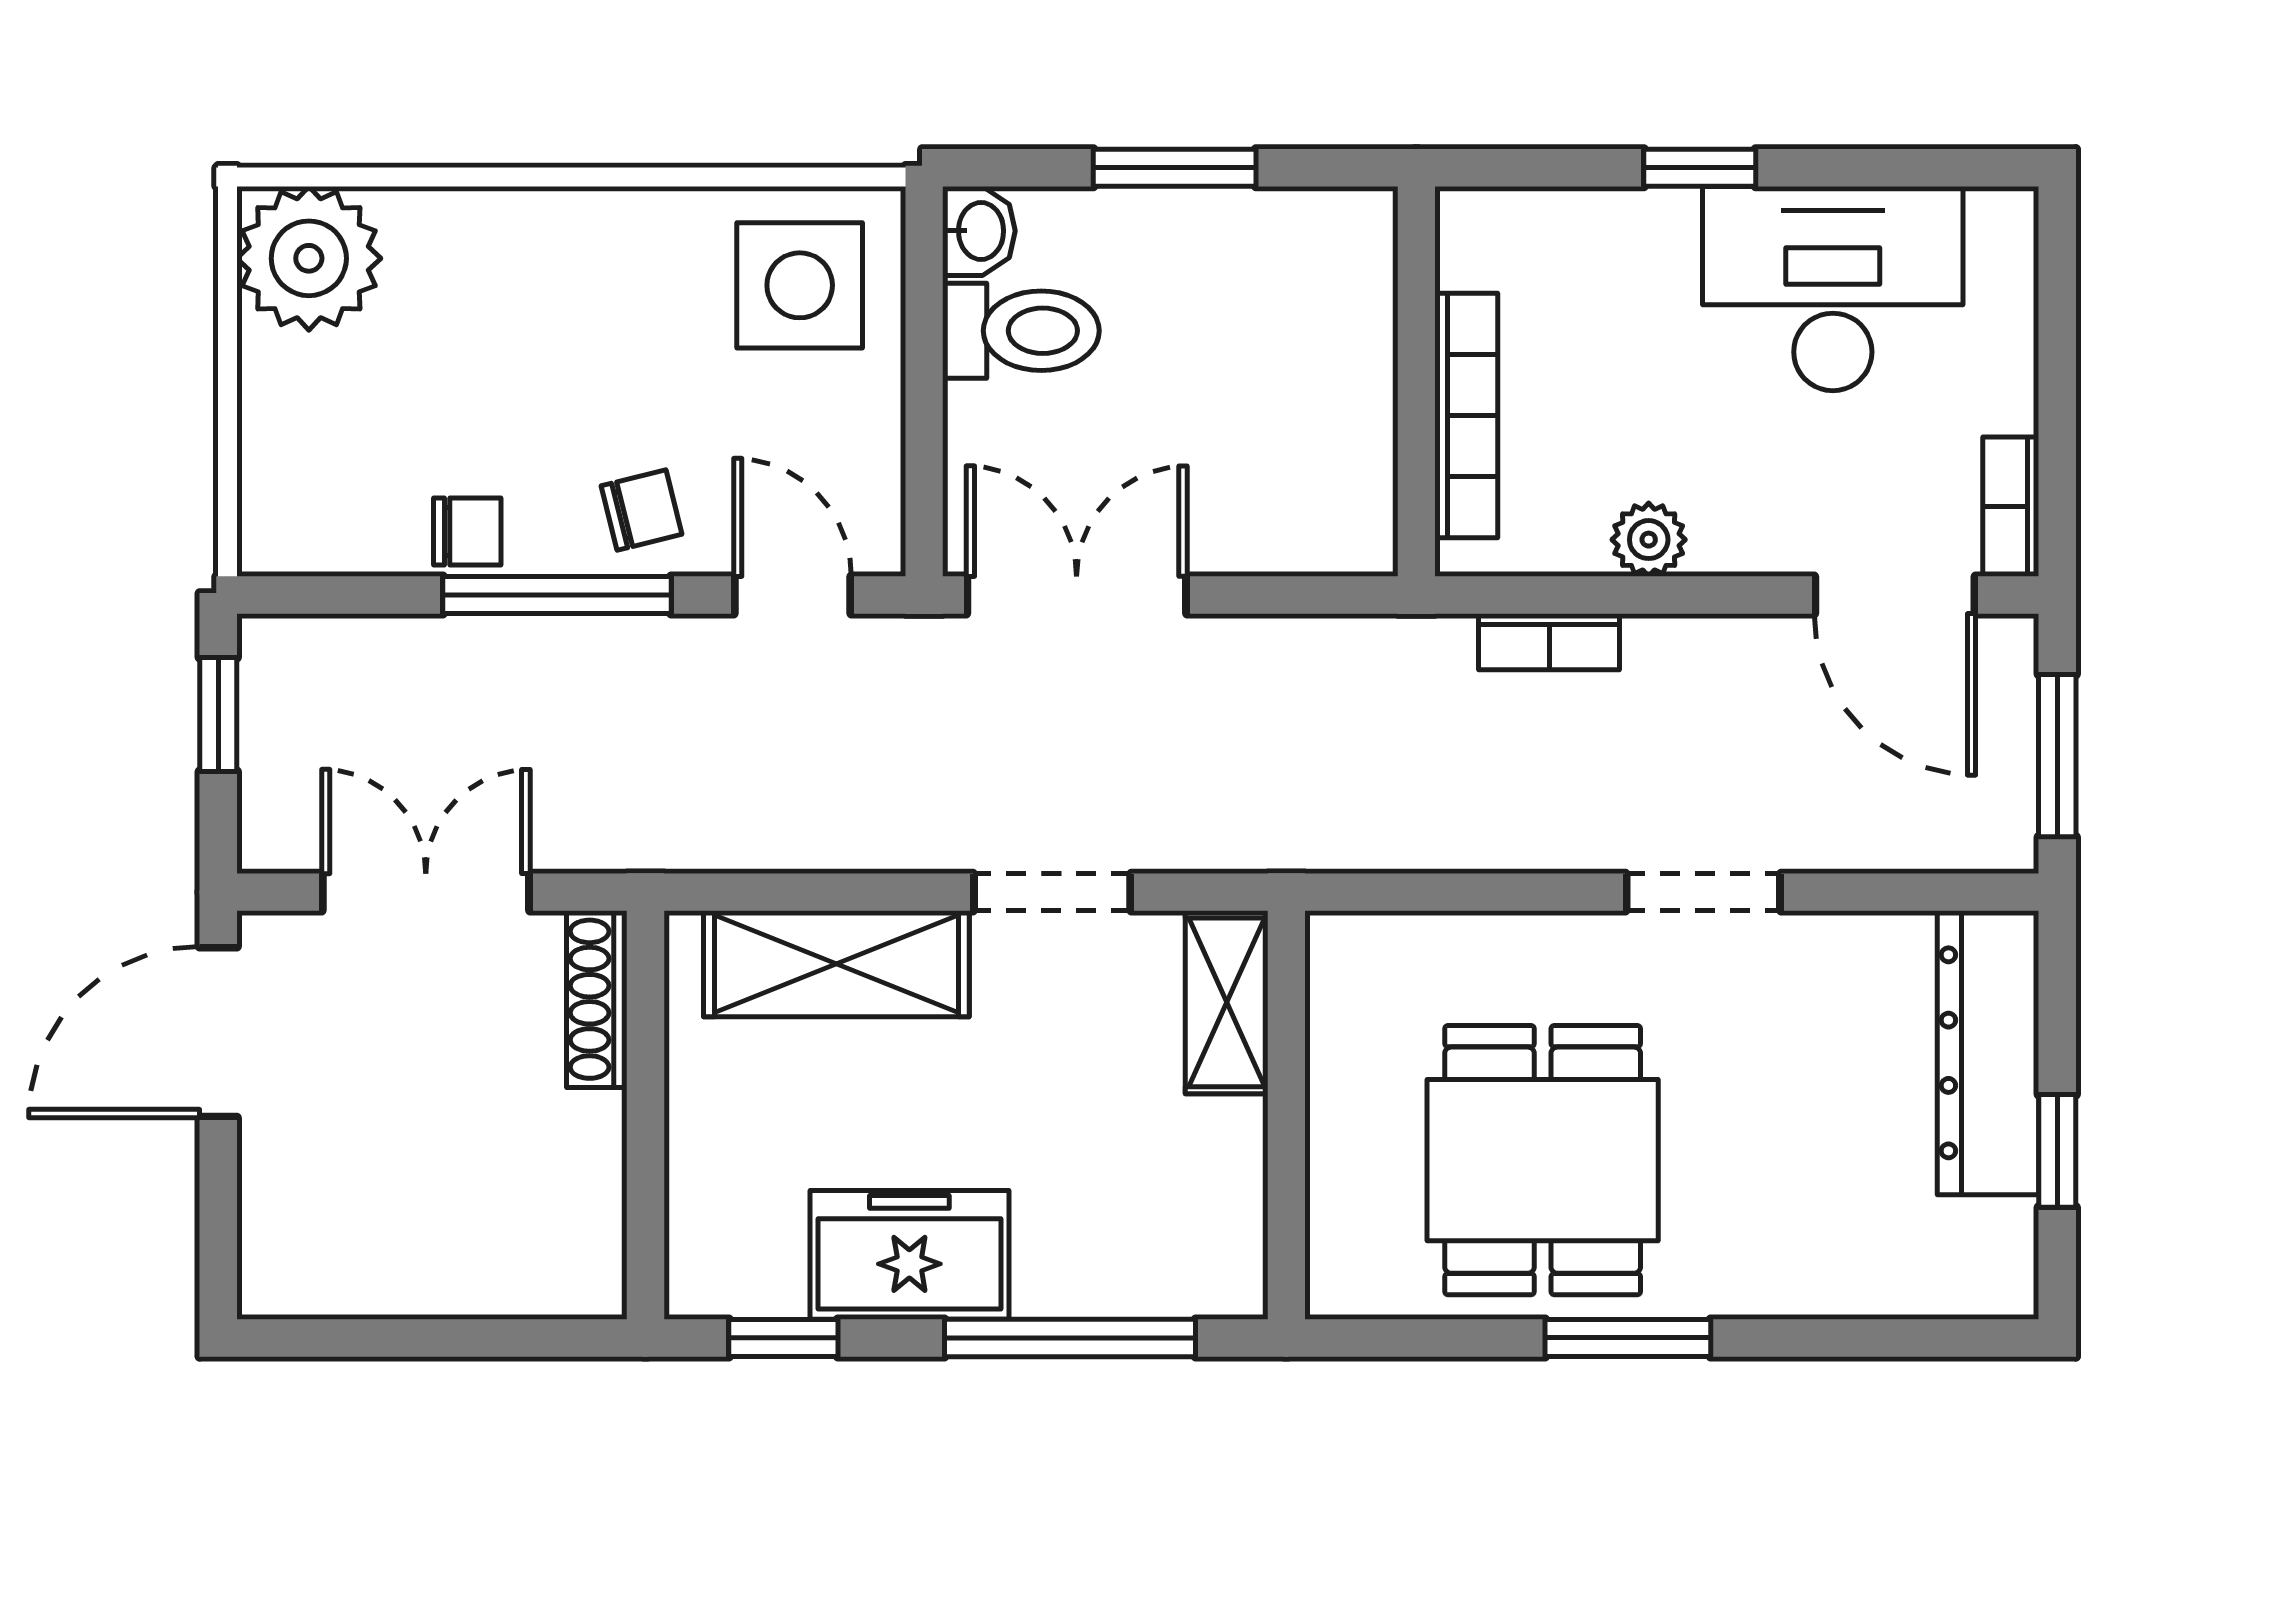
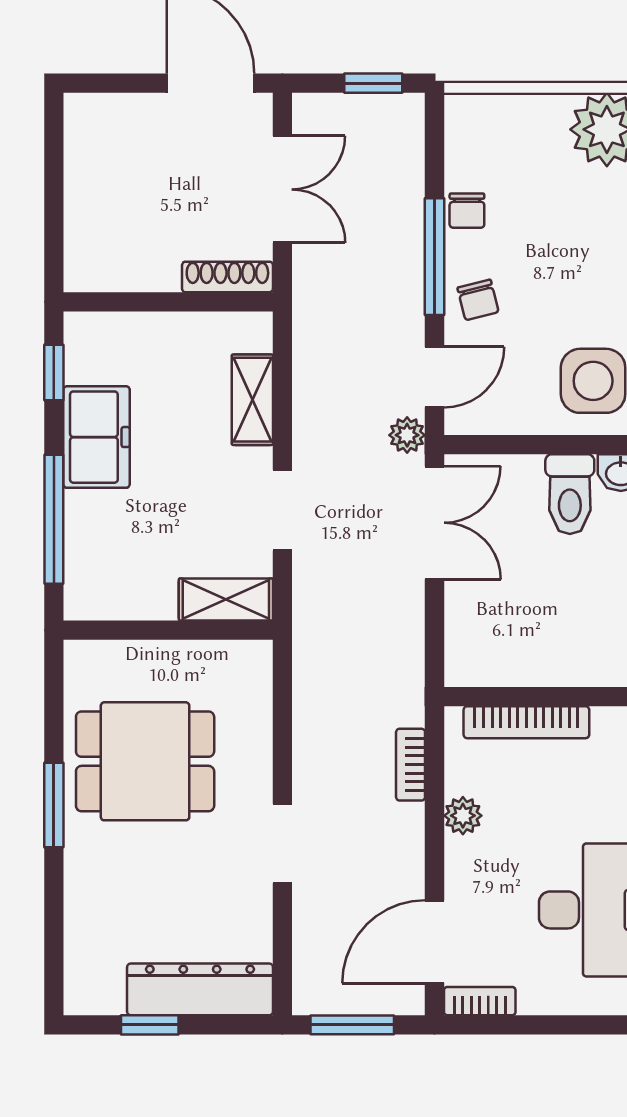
plant: (905, 649) -> (407, 435), added
shelving: (836, 964) -> (252, 400), width x0.67, depth x0.75

